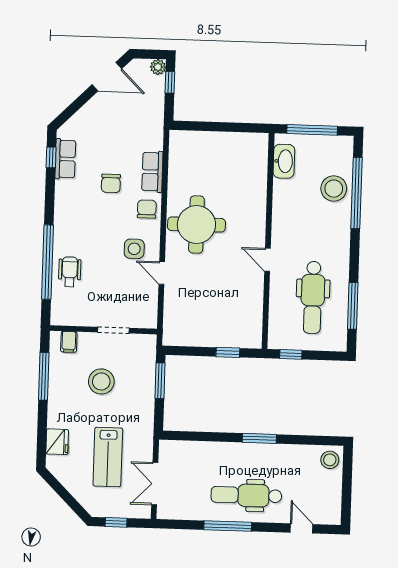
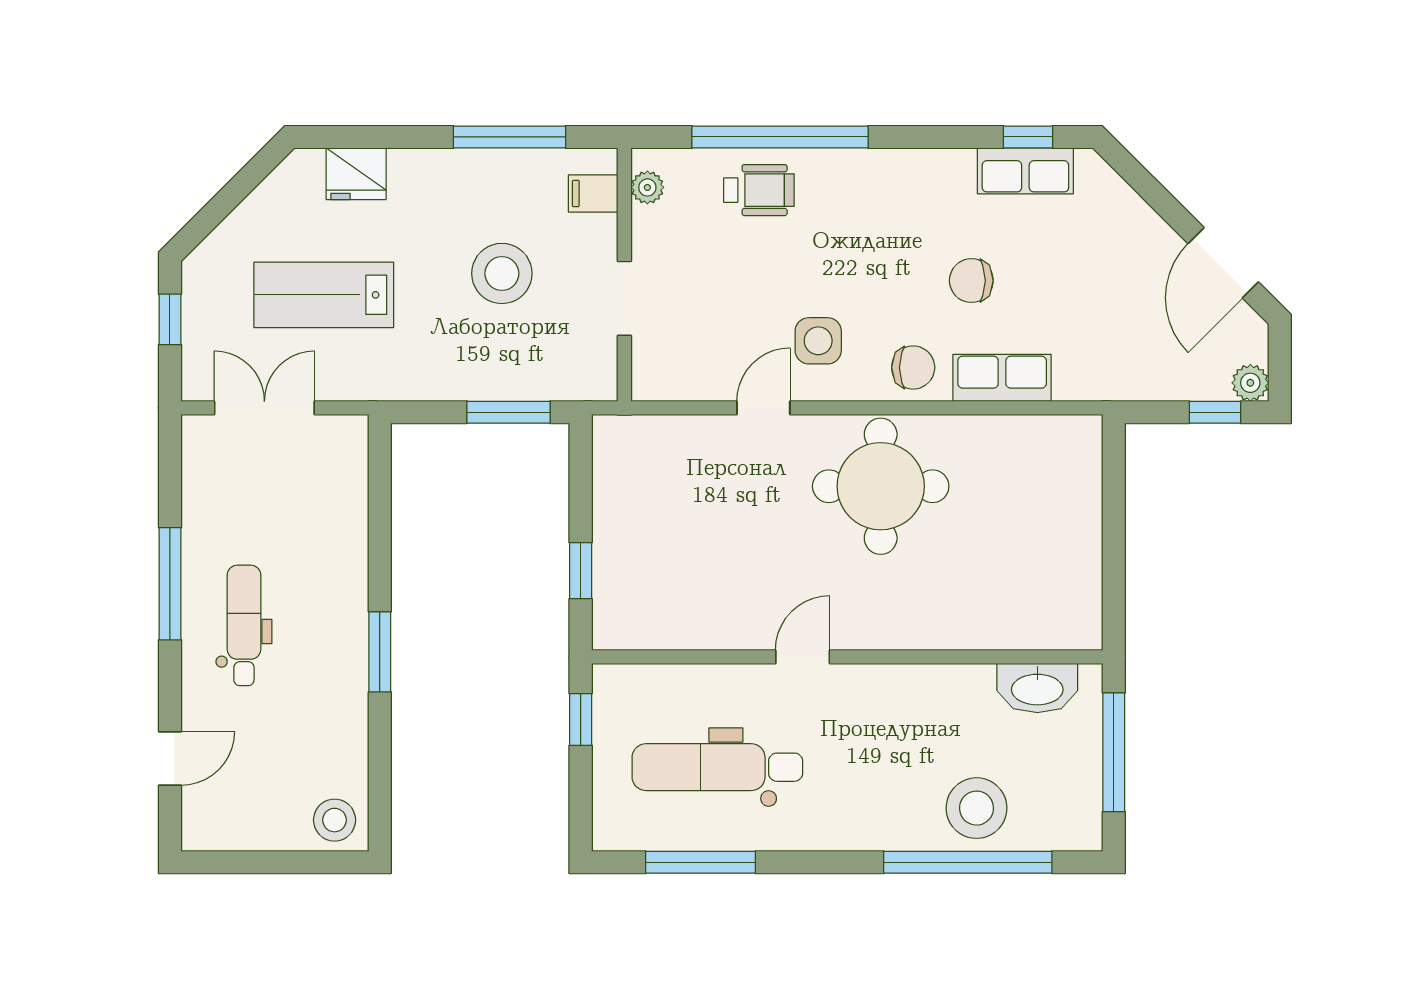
plant: (67, 319) -> (647, 187), added
dental chair: (246, 495) -> (244, 625), width x0.73, depth x0.72

